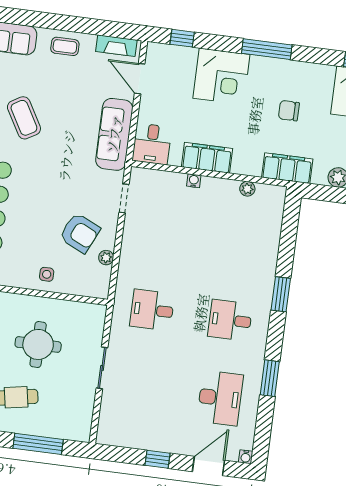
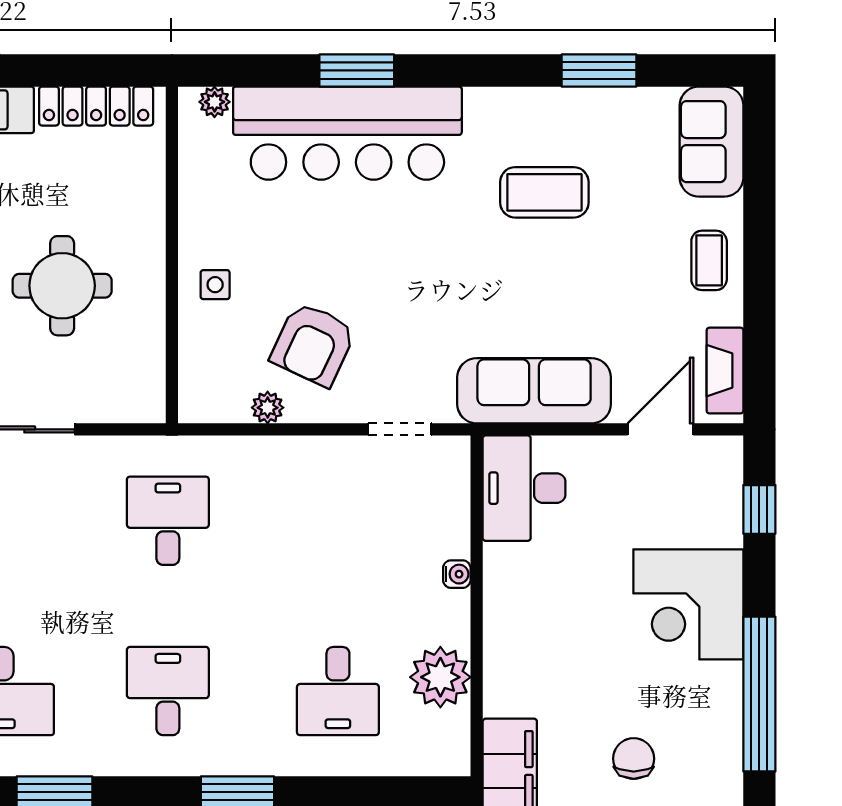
window: (267, 49) -> (759, 694), width x1.46
coffee table: (24, 118) -> (544, 192), turned 30
desk: (152, 144) -> (524, 488), width x1.37
filing cabinet: (207, 158) -> (510, 596), removed
plant: (247, 189) -> (440, 677), width x1.88, depth x1.88
desk: (240, 242) -> (338, 691), added

